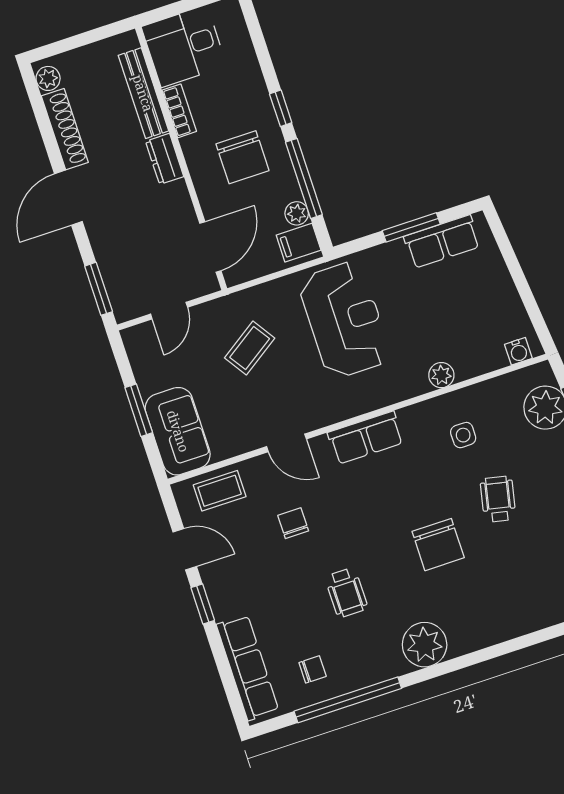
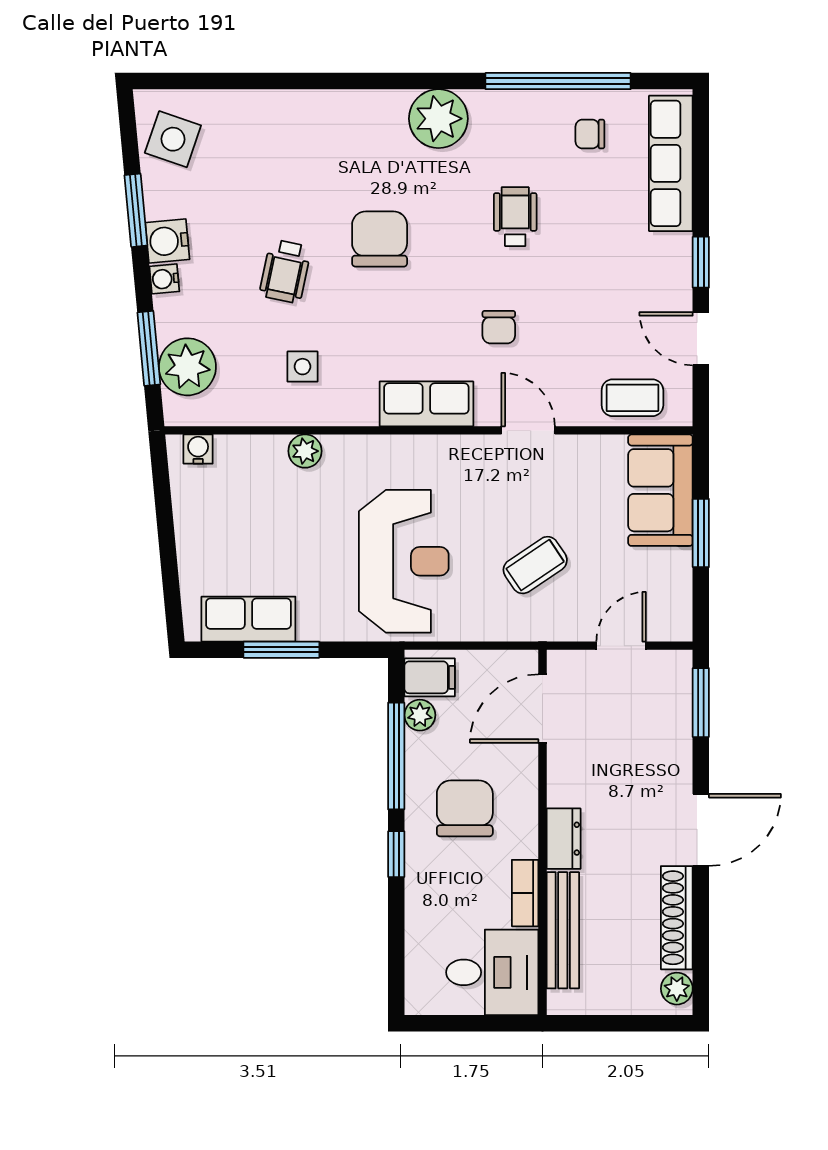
reception desk: (345, 320) -> (404, 561), turned 180
chair: (293, 523) -> (499, 327), moved

